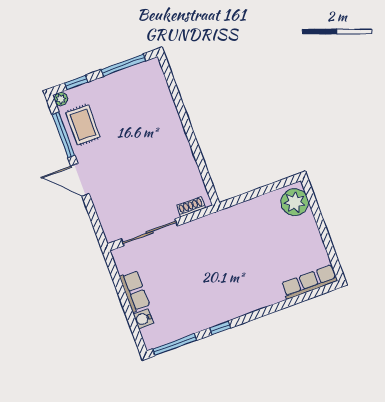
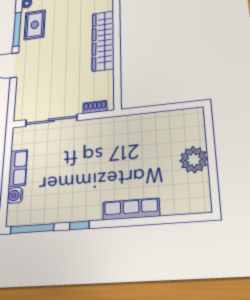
wardrobe: (172, 129) -> (103, 41), added
plant: (295, 202) -> (194, 160), moved
row of seats: (309, 282) -> (131, 209), moved

